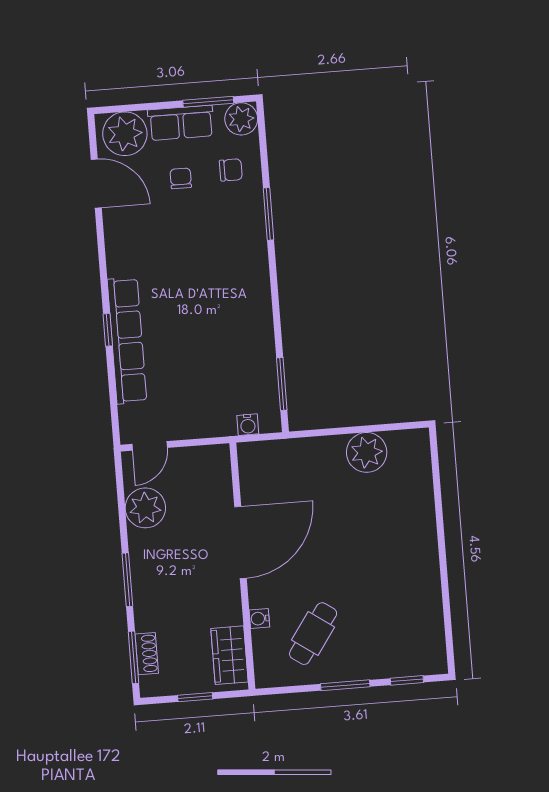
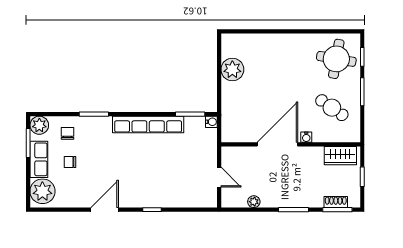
door: (96, 184) -> (105, 210), moved
row of seats: (127, 341) -> (148, 124), moved, turned 180
water cooler: (248, 425) -> (211, 122), moved
door: (150, 446) -> (219, 177), moved
plant: (145, 508) -> (254, 202), width x0.53, depth x0.53
door: (241, 542) -> (277, 144), hinge flipped
water cooler: (259, 619) -> (306, 137), moved
round table: (400, 635) -> (336, 59), added

